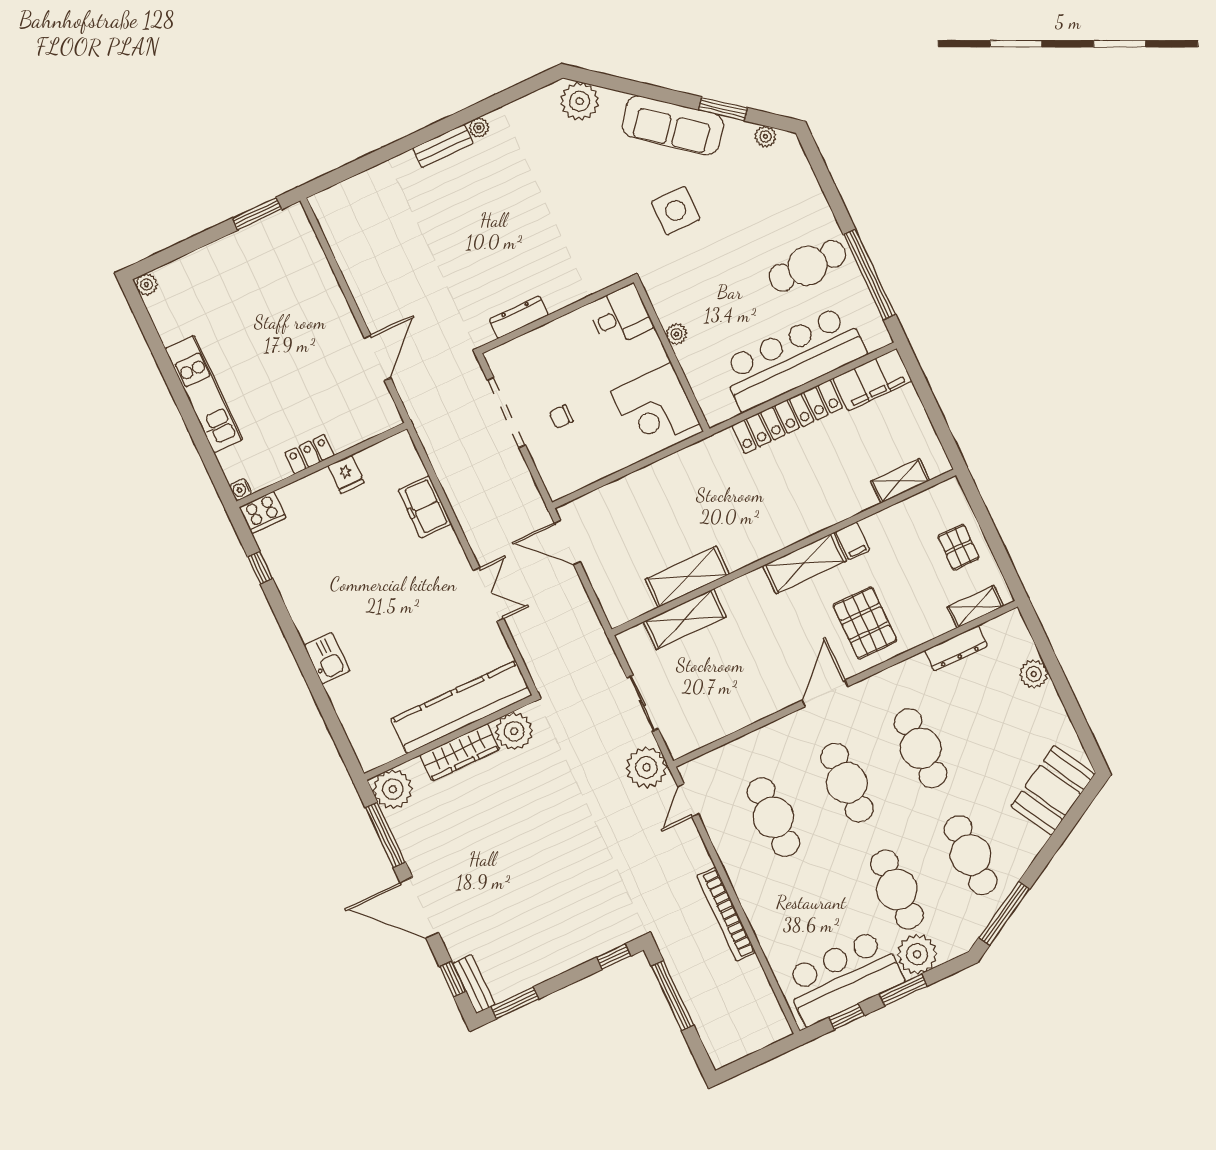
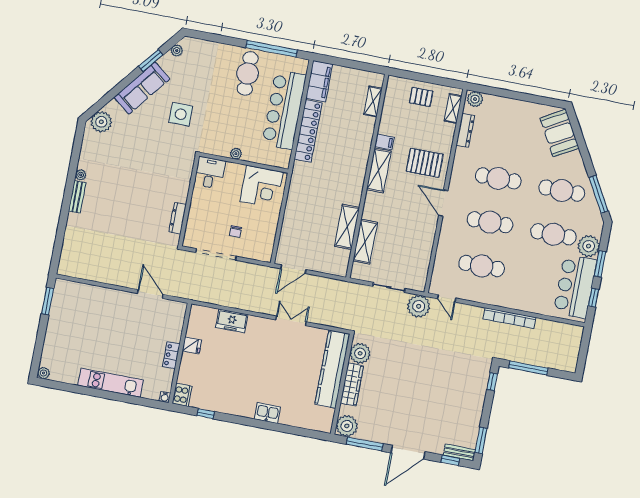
plant: (1034, 674) -> (475, 99), moved

